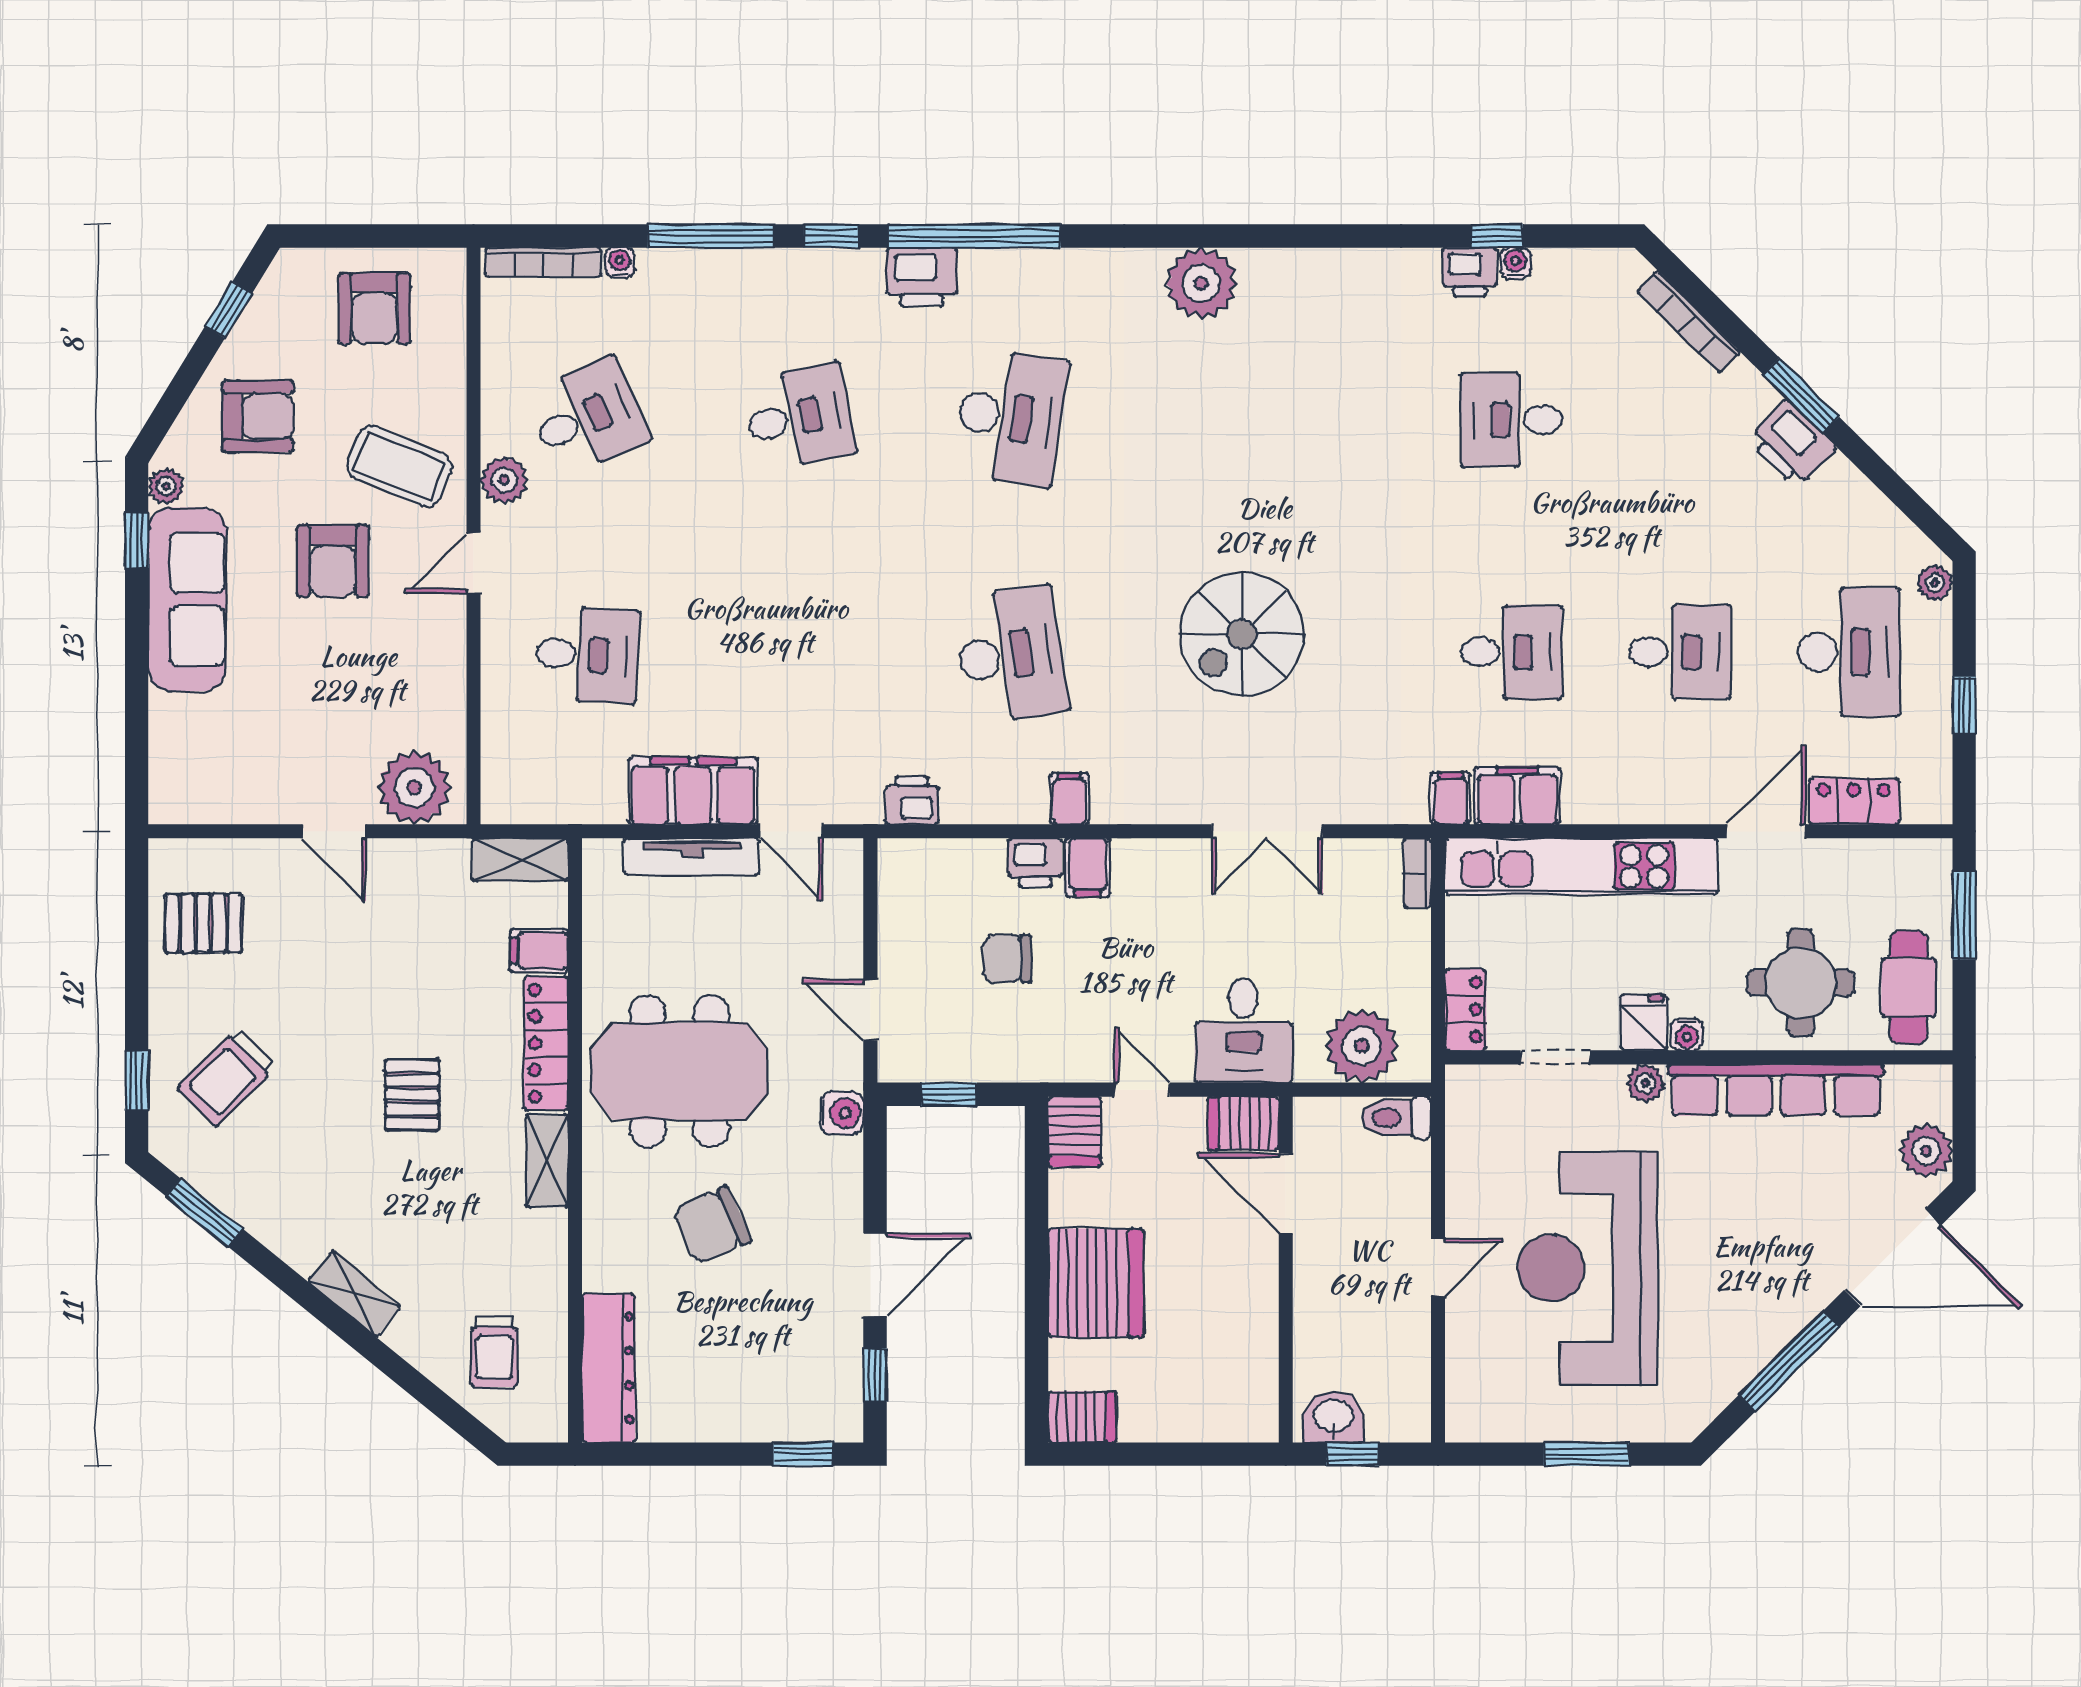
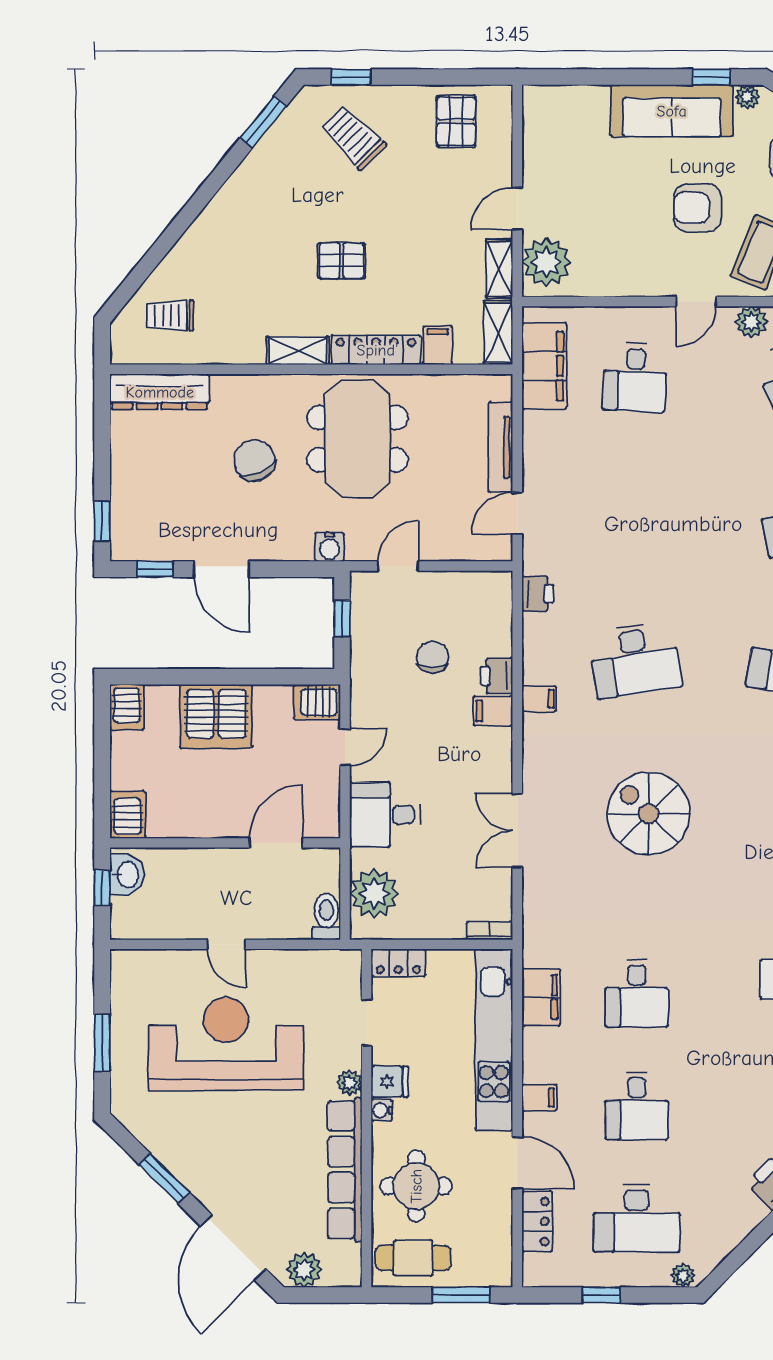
door: (474, 563) -> (696, 302), swing flipped
filing cabinet: (693, 791) -> (544, 366), moved
filing cabinet: (1451, 798) -> (539, 1098), moved
server rack: (1243, 1123) -> (128, 815), moved
shelving: (354, 1294) -> (499, 269), moved, turned -39
window: (1789, 1361) -> (164, 1178), width x0.69

